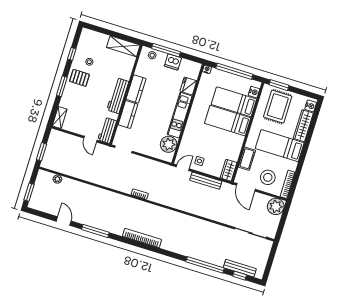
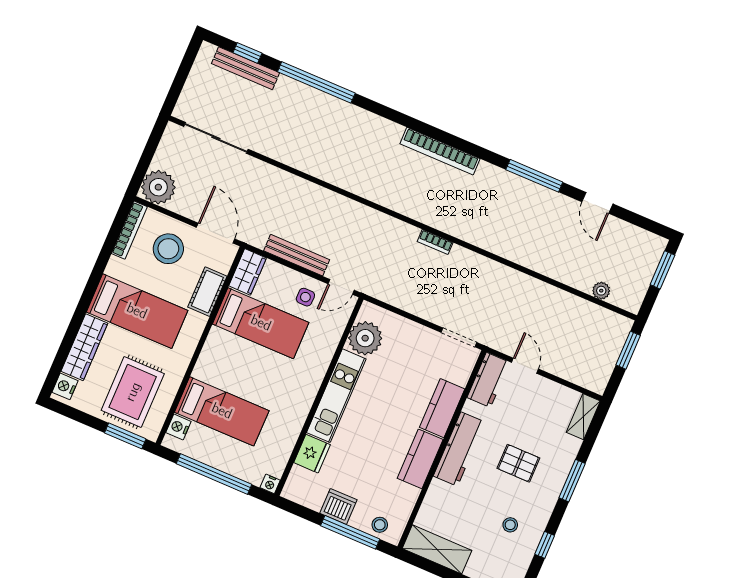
pallet: (79, 78) -> (518, 463), moved
bed: (228, 121) -> (261, 323), moved

